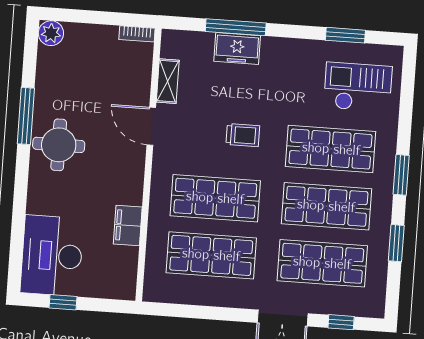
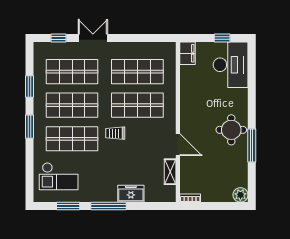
window: (236, 27) -> (108, 206), moved
trolley: (243, 135) -> (115, 133), moved
filing cabinet: (128, 226) -> (187, 53), moved

